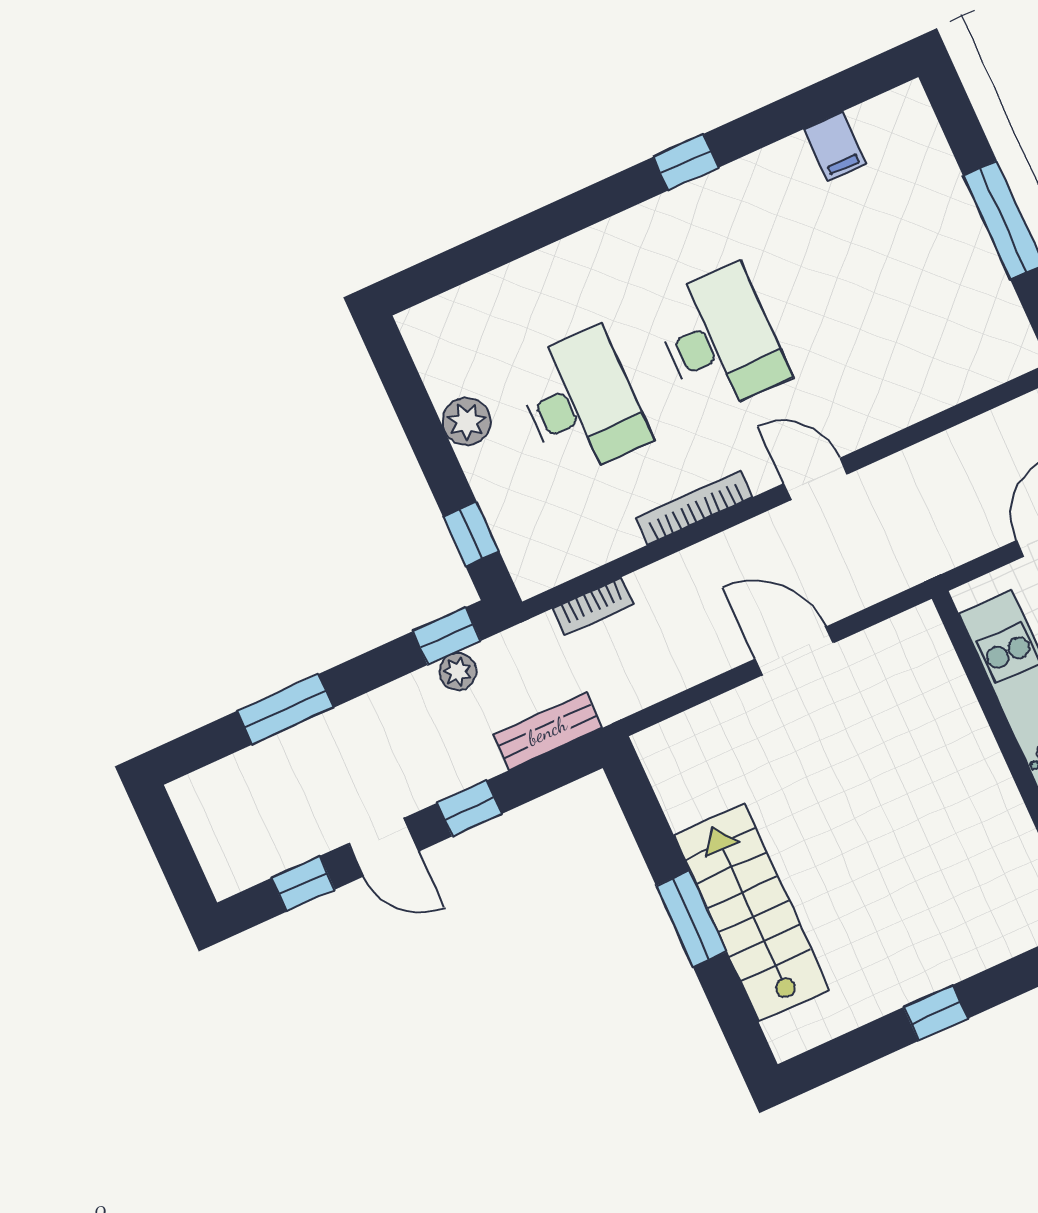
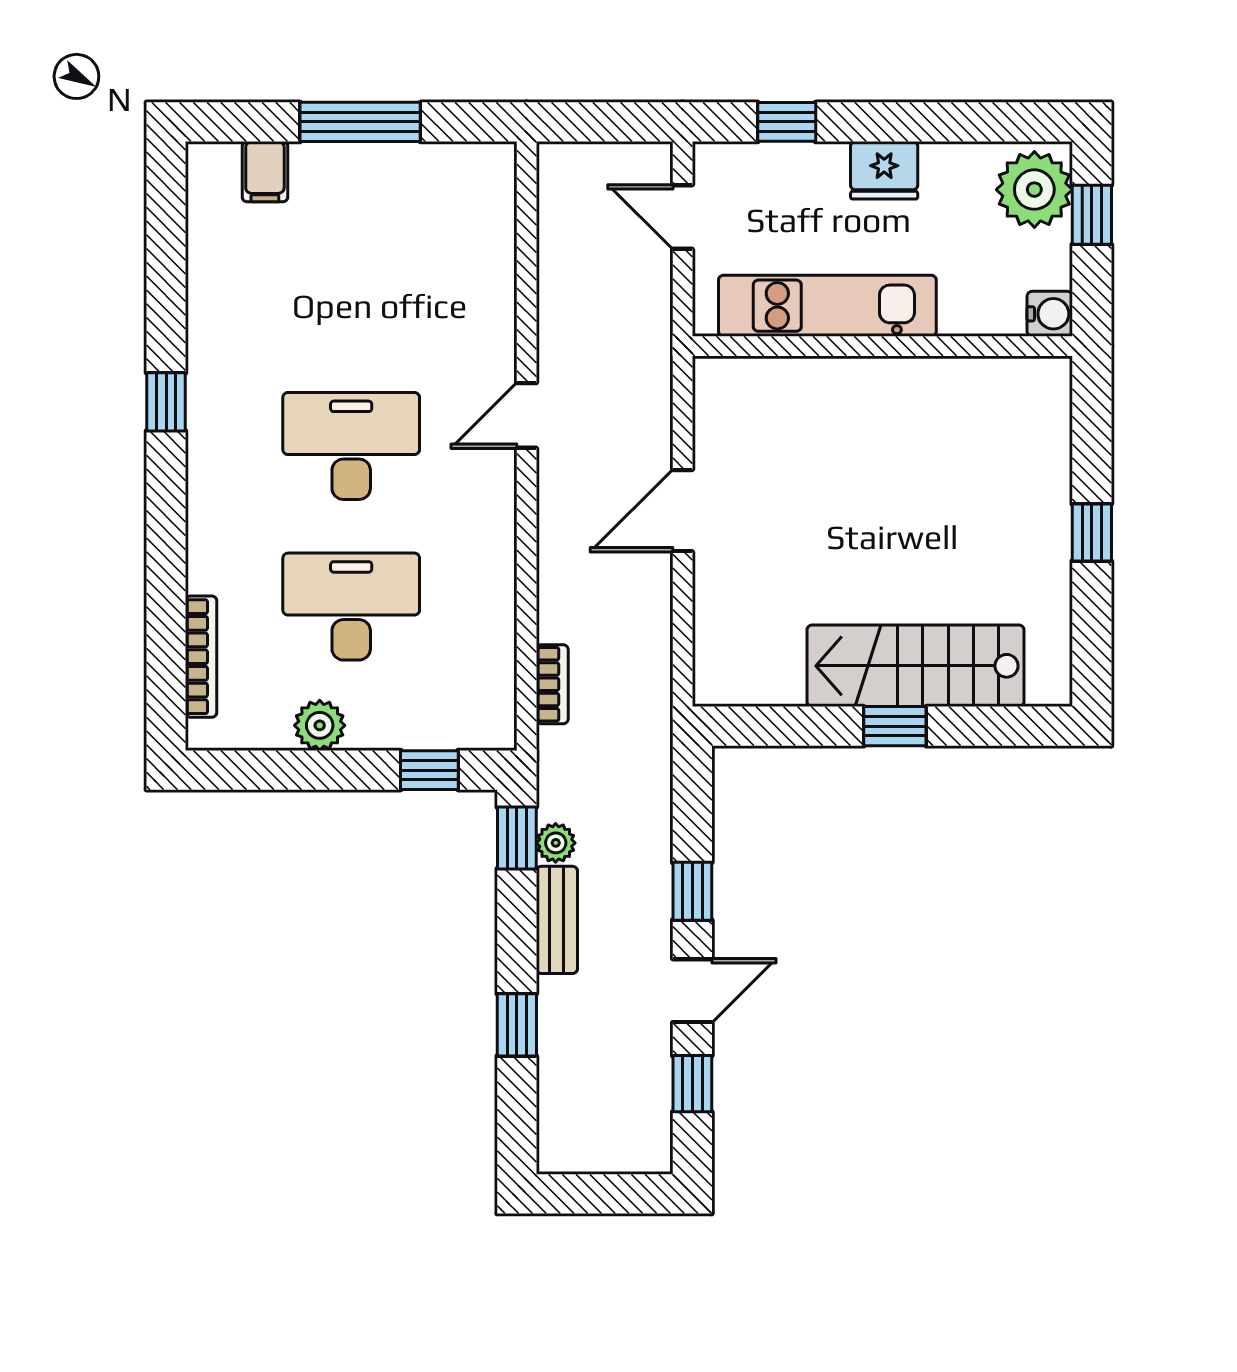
filing cabinet: (835, 146) -> (265, 172), moved, turned 90
bookcase: (694, 507) -> (201, 657), moved, turned 180
window: (285, 709) -> (517, 1025), width x0.67
bench: (547, 731) -> (557, 920), moved
window: (691, 919) -> (895, 726), width x0.67

